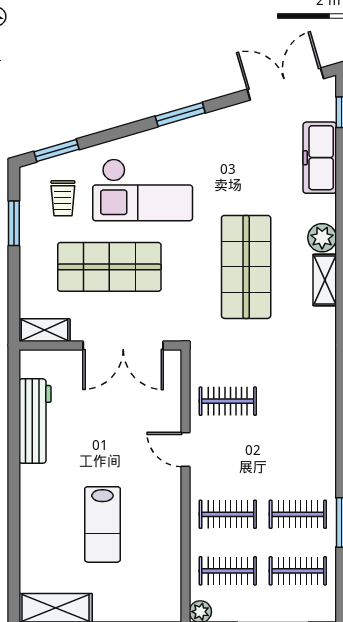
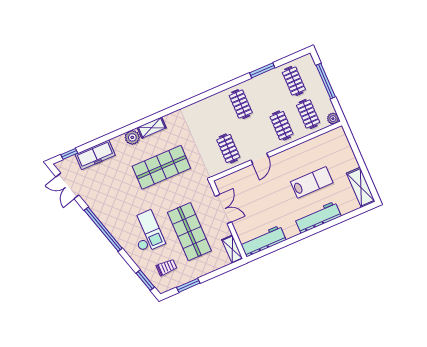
double door: (285, 84) -> (67, 186), width x0.73
window: (180, 115) -> (103, 229), width x2.11
checkout: (143, 190) -> (146, 232), width x0.73, depth x0.83
double door: (123, 345) -> (223, 209), width x0.73
workbench: (35, 421) -> (263, 241), moved
workbench: (35, 508) -> (318, 217), added
clothes rail: (298, 514) -> (241, 104), moved

